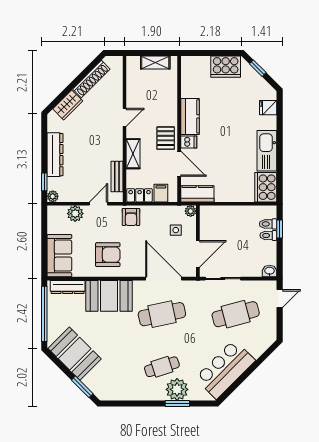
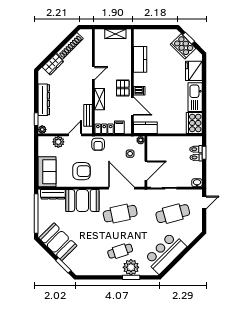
cooker: (226, 67) -> (183, 46), moved, turned 45
fridge: (268, 108) -> (194, 71), width x1.88, depth x1.34
kitchen counter: (190, 116) -> (140, 59), moved

